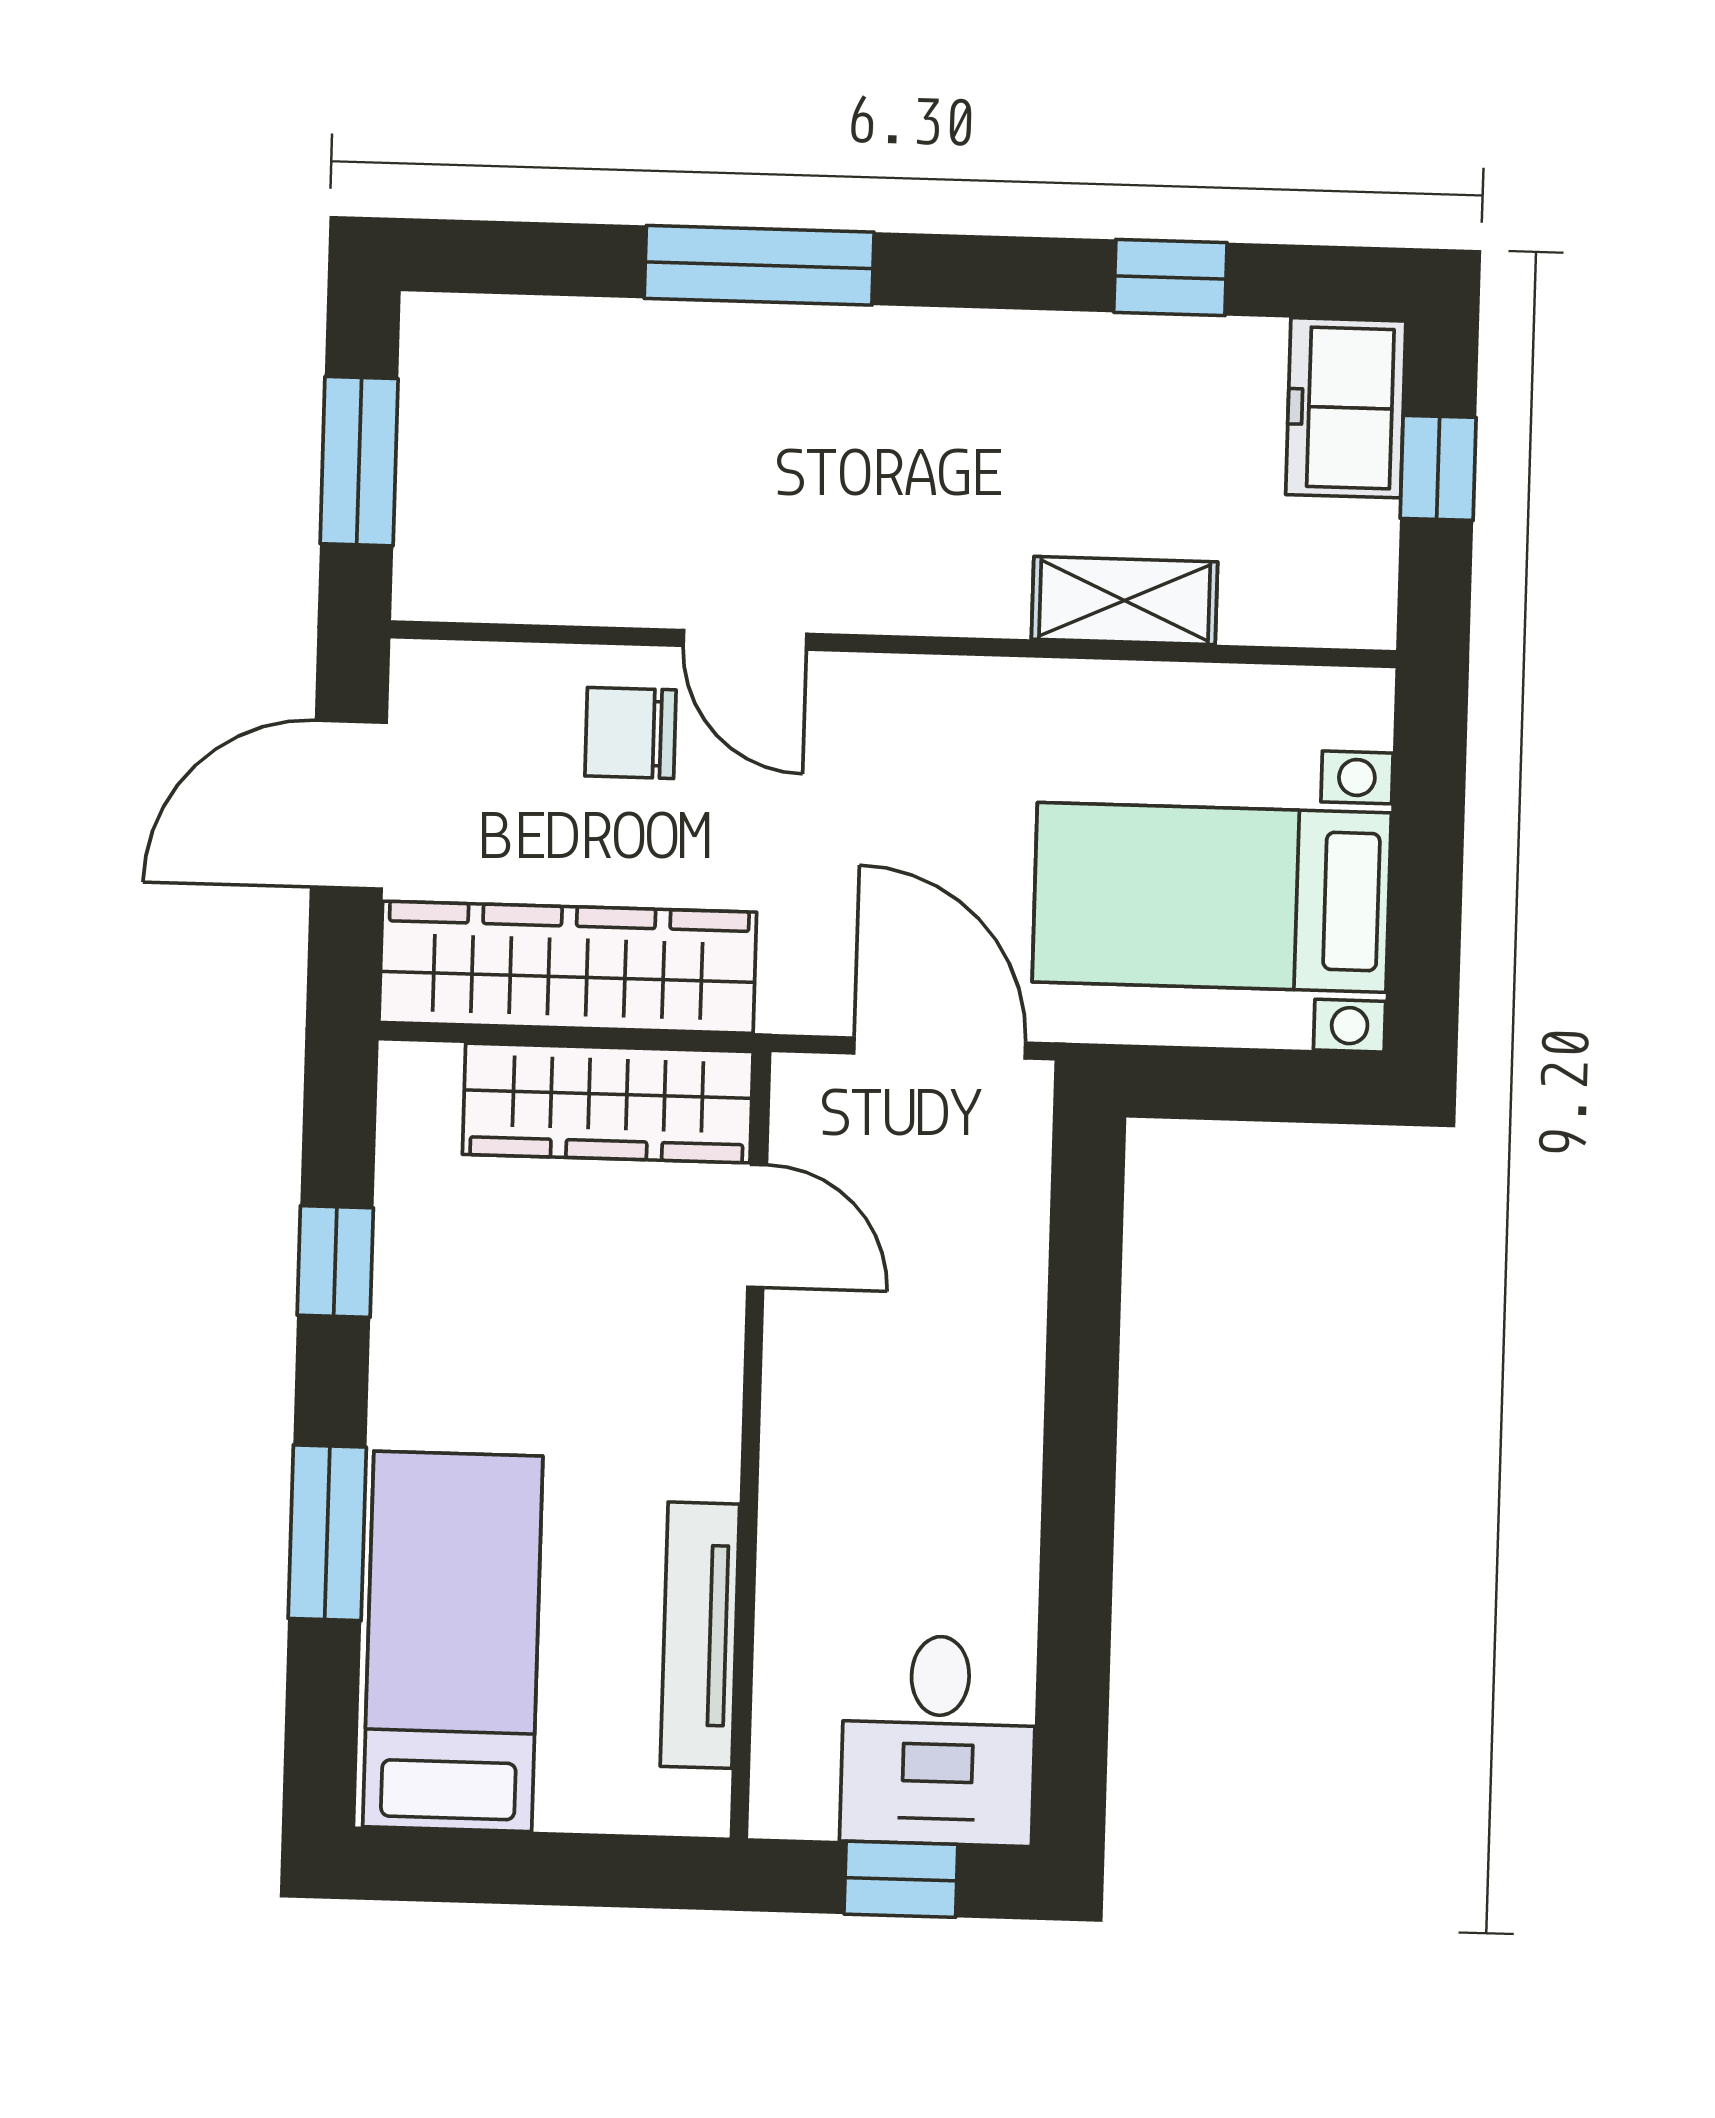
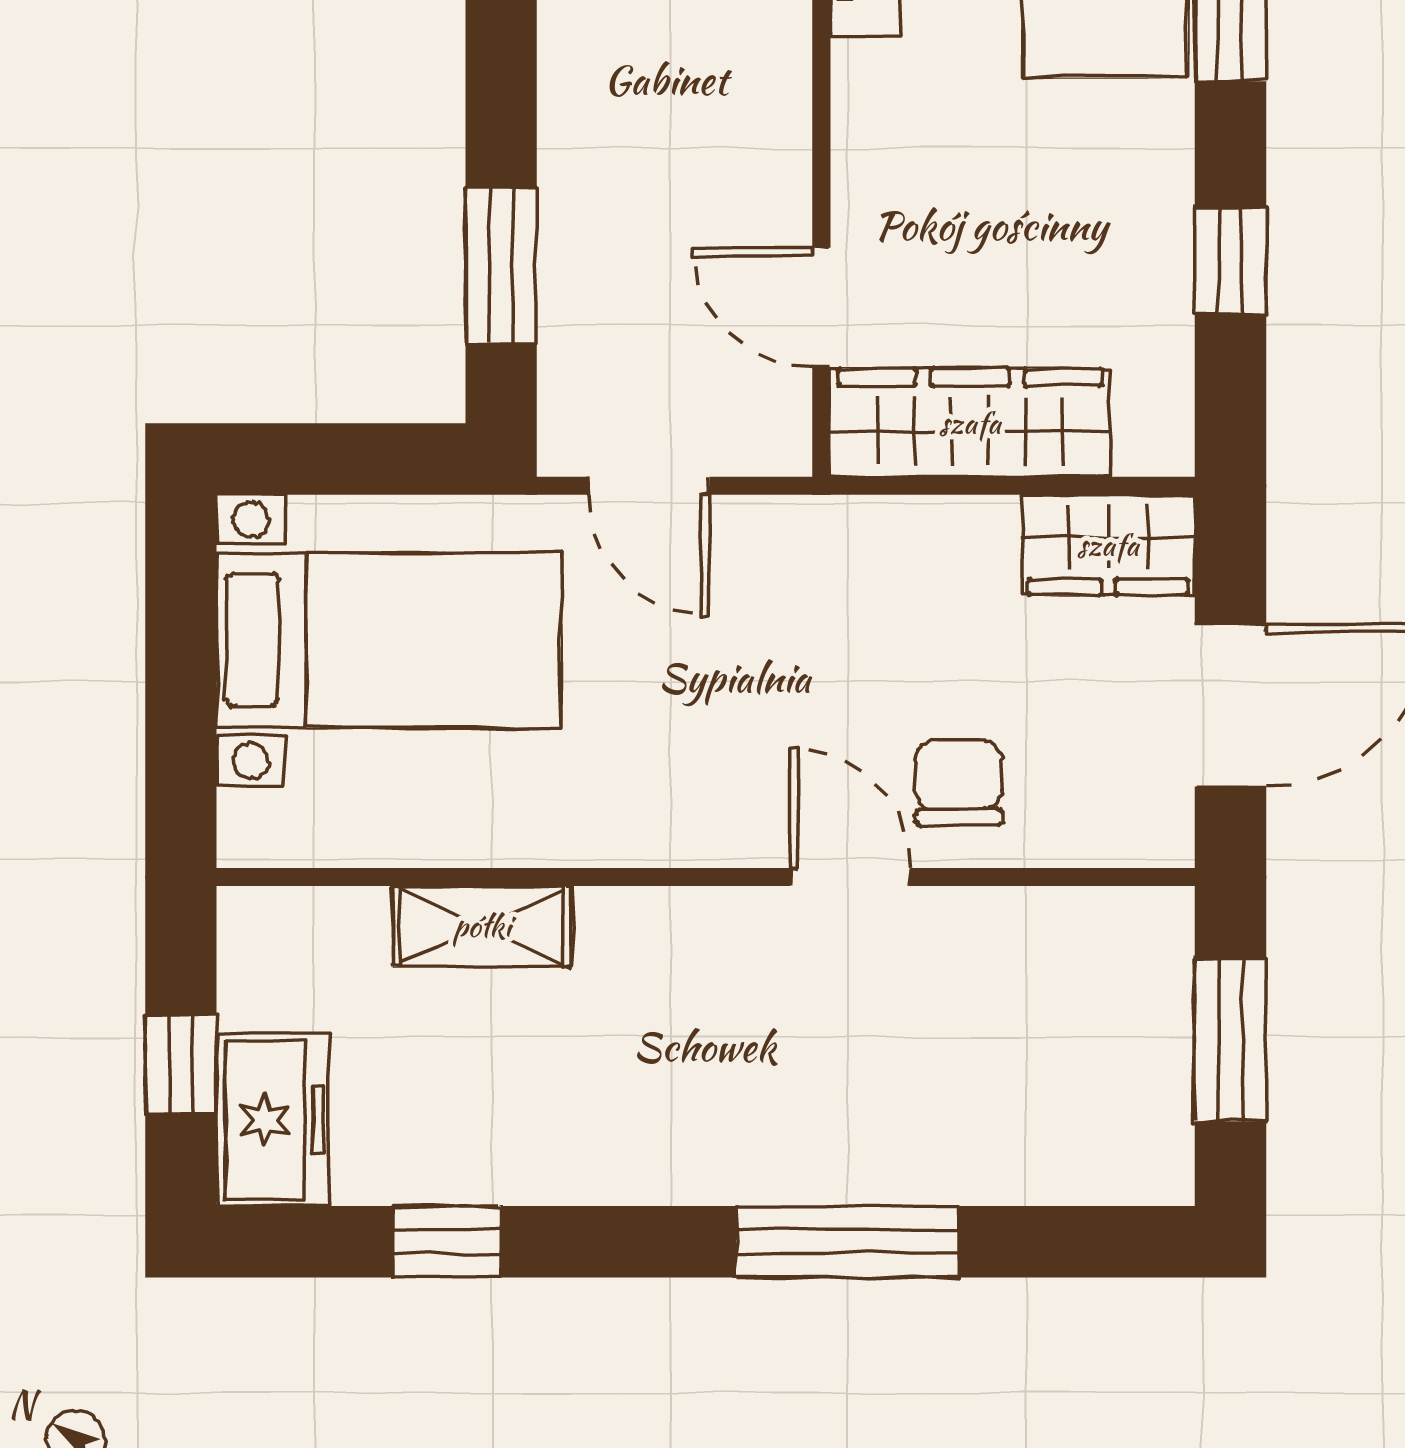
chair: (631, 733) -> (959, 783), turned -91
wardrobe: (568, 967) -> (1108, 545), width x0.48, depth x0.85
door: (940, 1048) -> (649, 486), width x0.73
window: (1085, 1279) -> (501, 265), added

